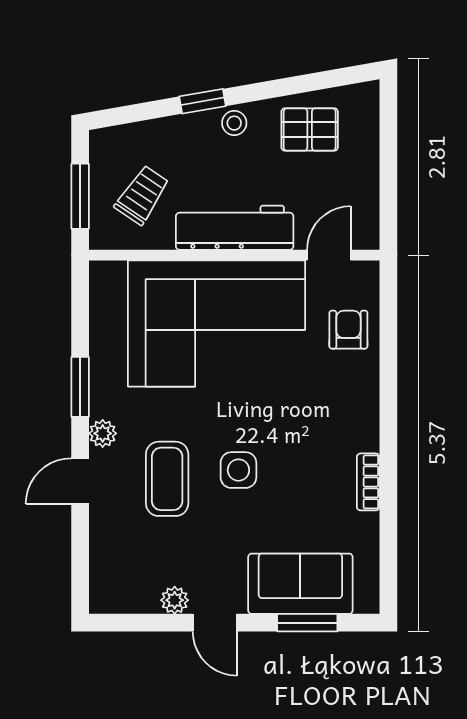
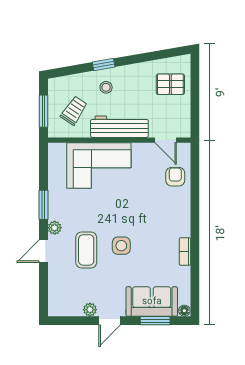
stool: (234, 123) -> (106, 87), moved
pallet: (310, 130) -> (170, 84), moved
door: (329, 255) -> (166, 140), swing flipped
corner sofa: (216, 323) -> (99, 165), width x0.73, depth x0.74
floor lamp: (367, 603) -> (184, 311), added
door: (215, 623) -> (110, 321), hinge flipped

